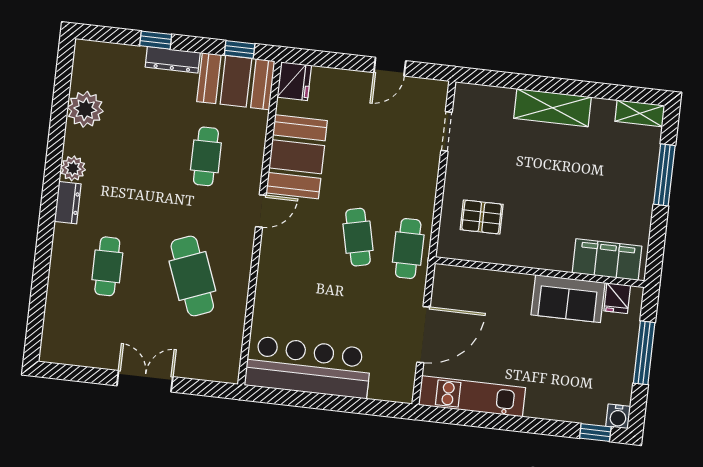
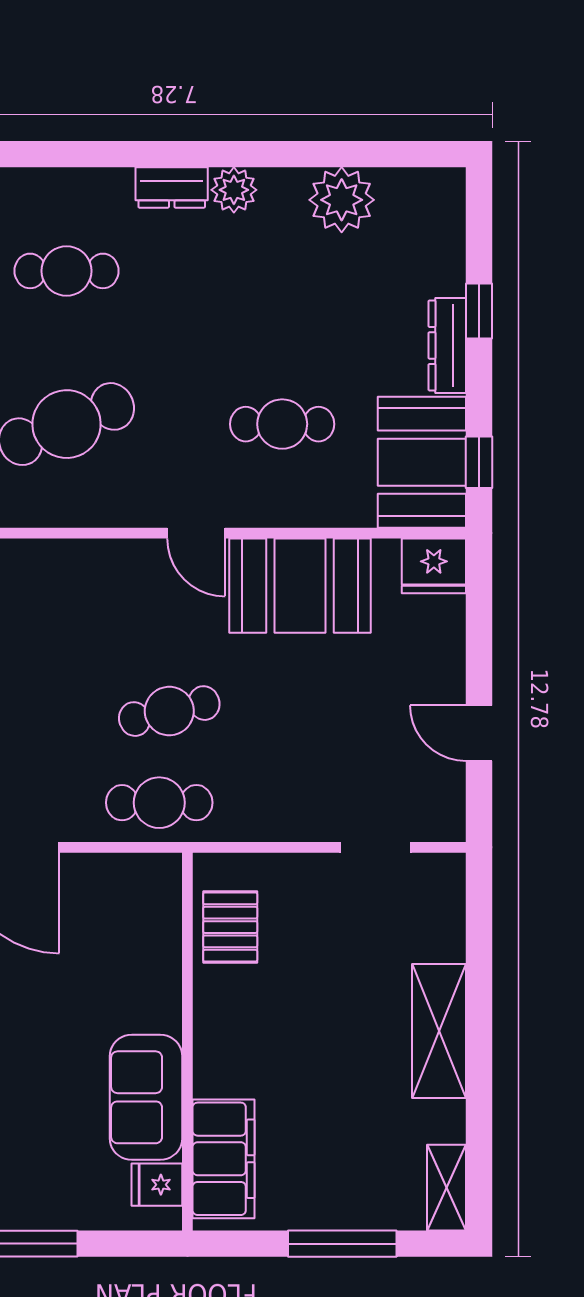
filing cabinet: (607, 260) -> (224, 1159), moved
wall: (540, 272) -> (187, 1042), moved
fridge: (617, 298) -> (157, 1185), moved
sofa: (568, 299) -> (146, 1097), moved

